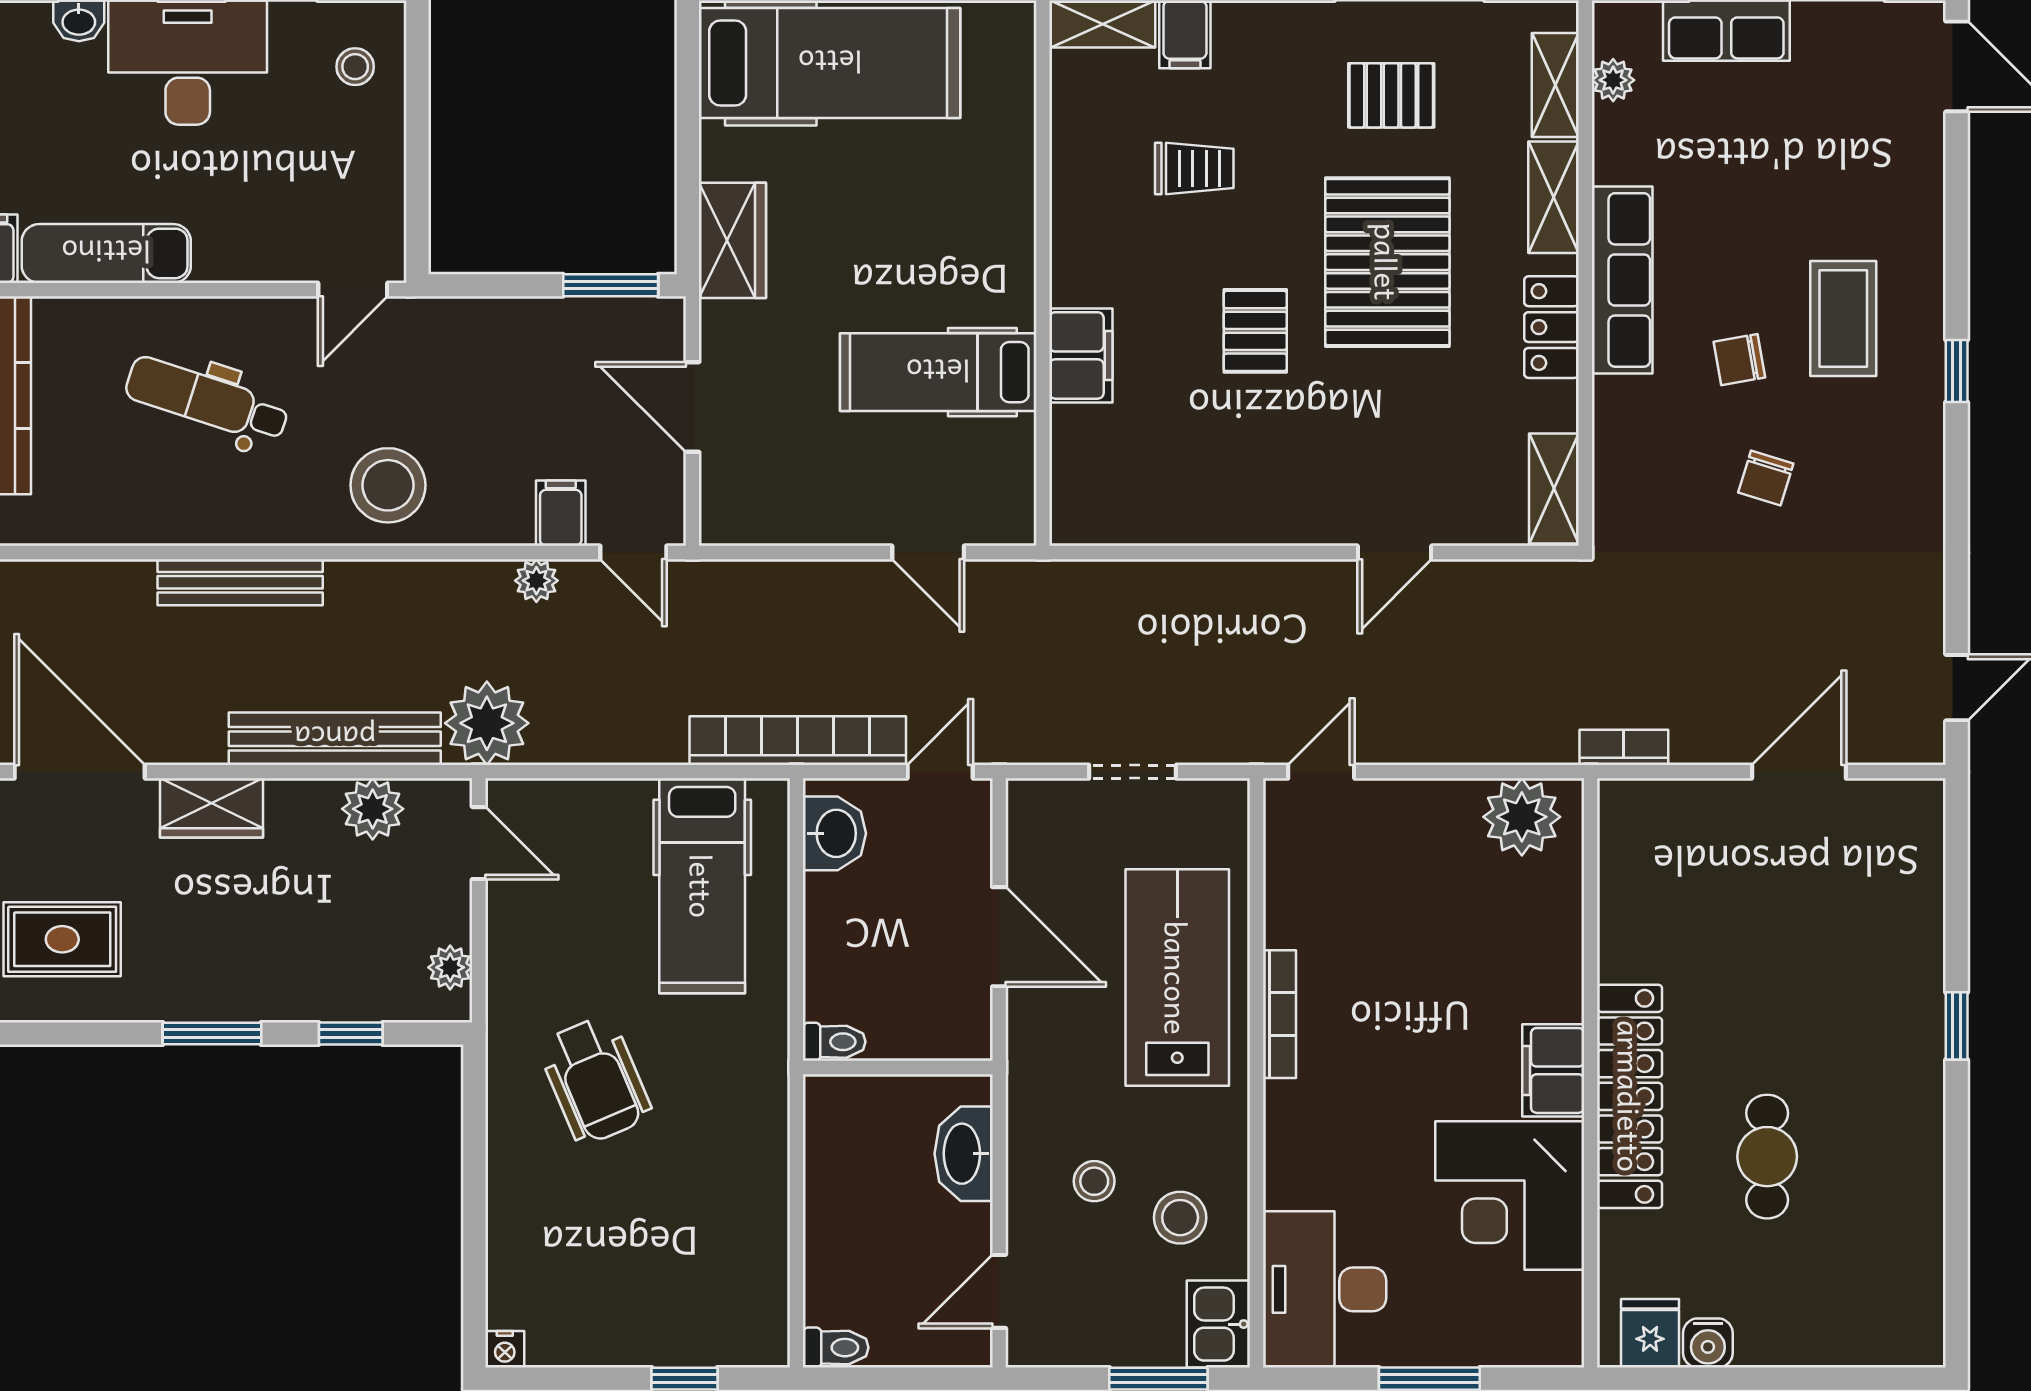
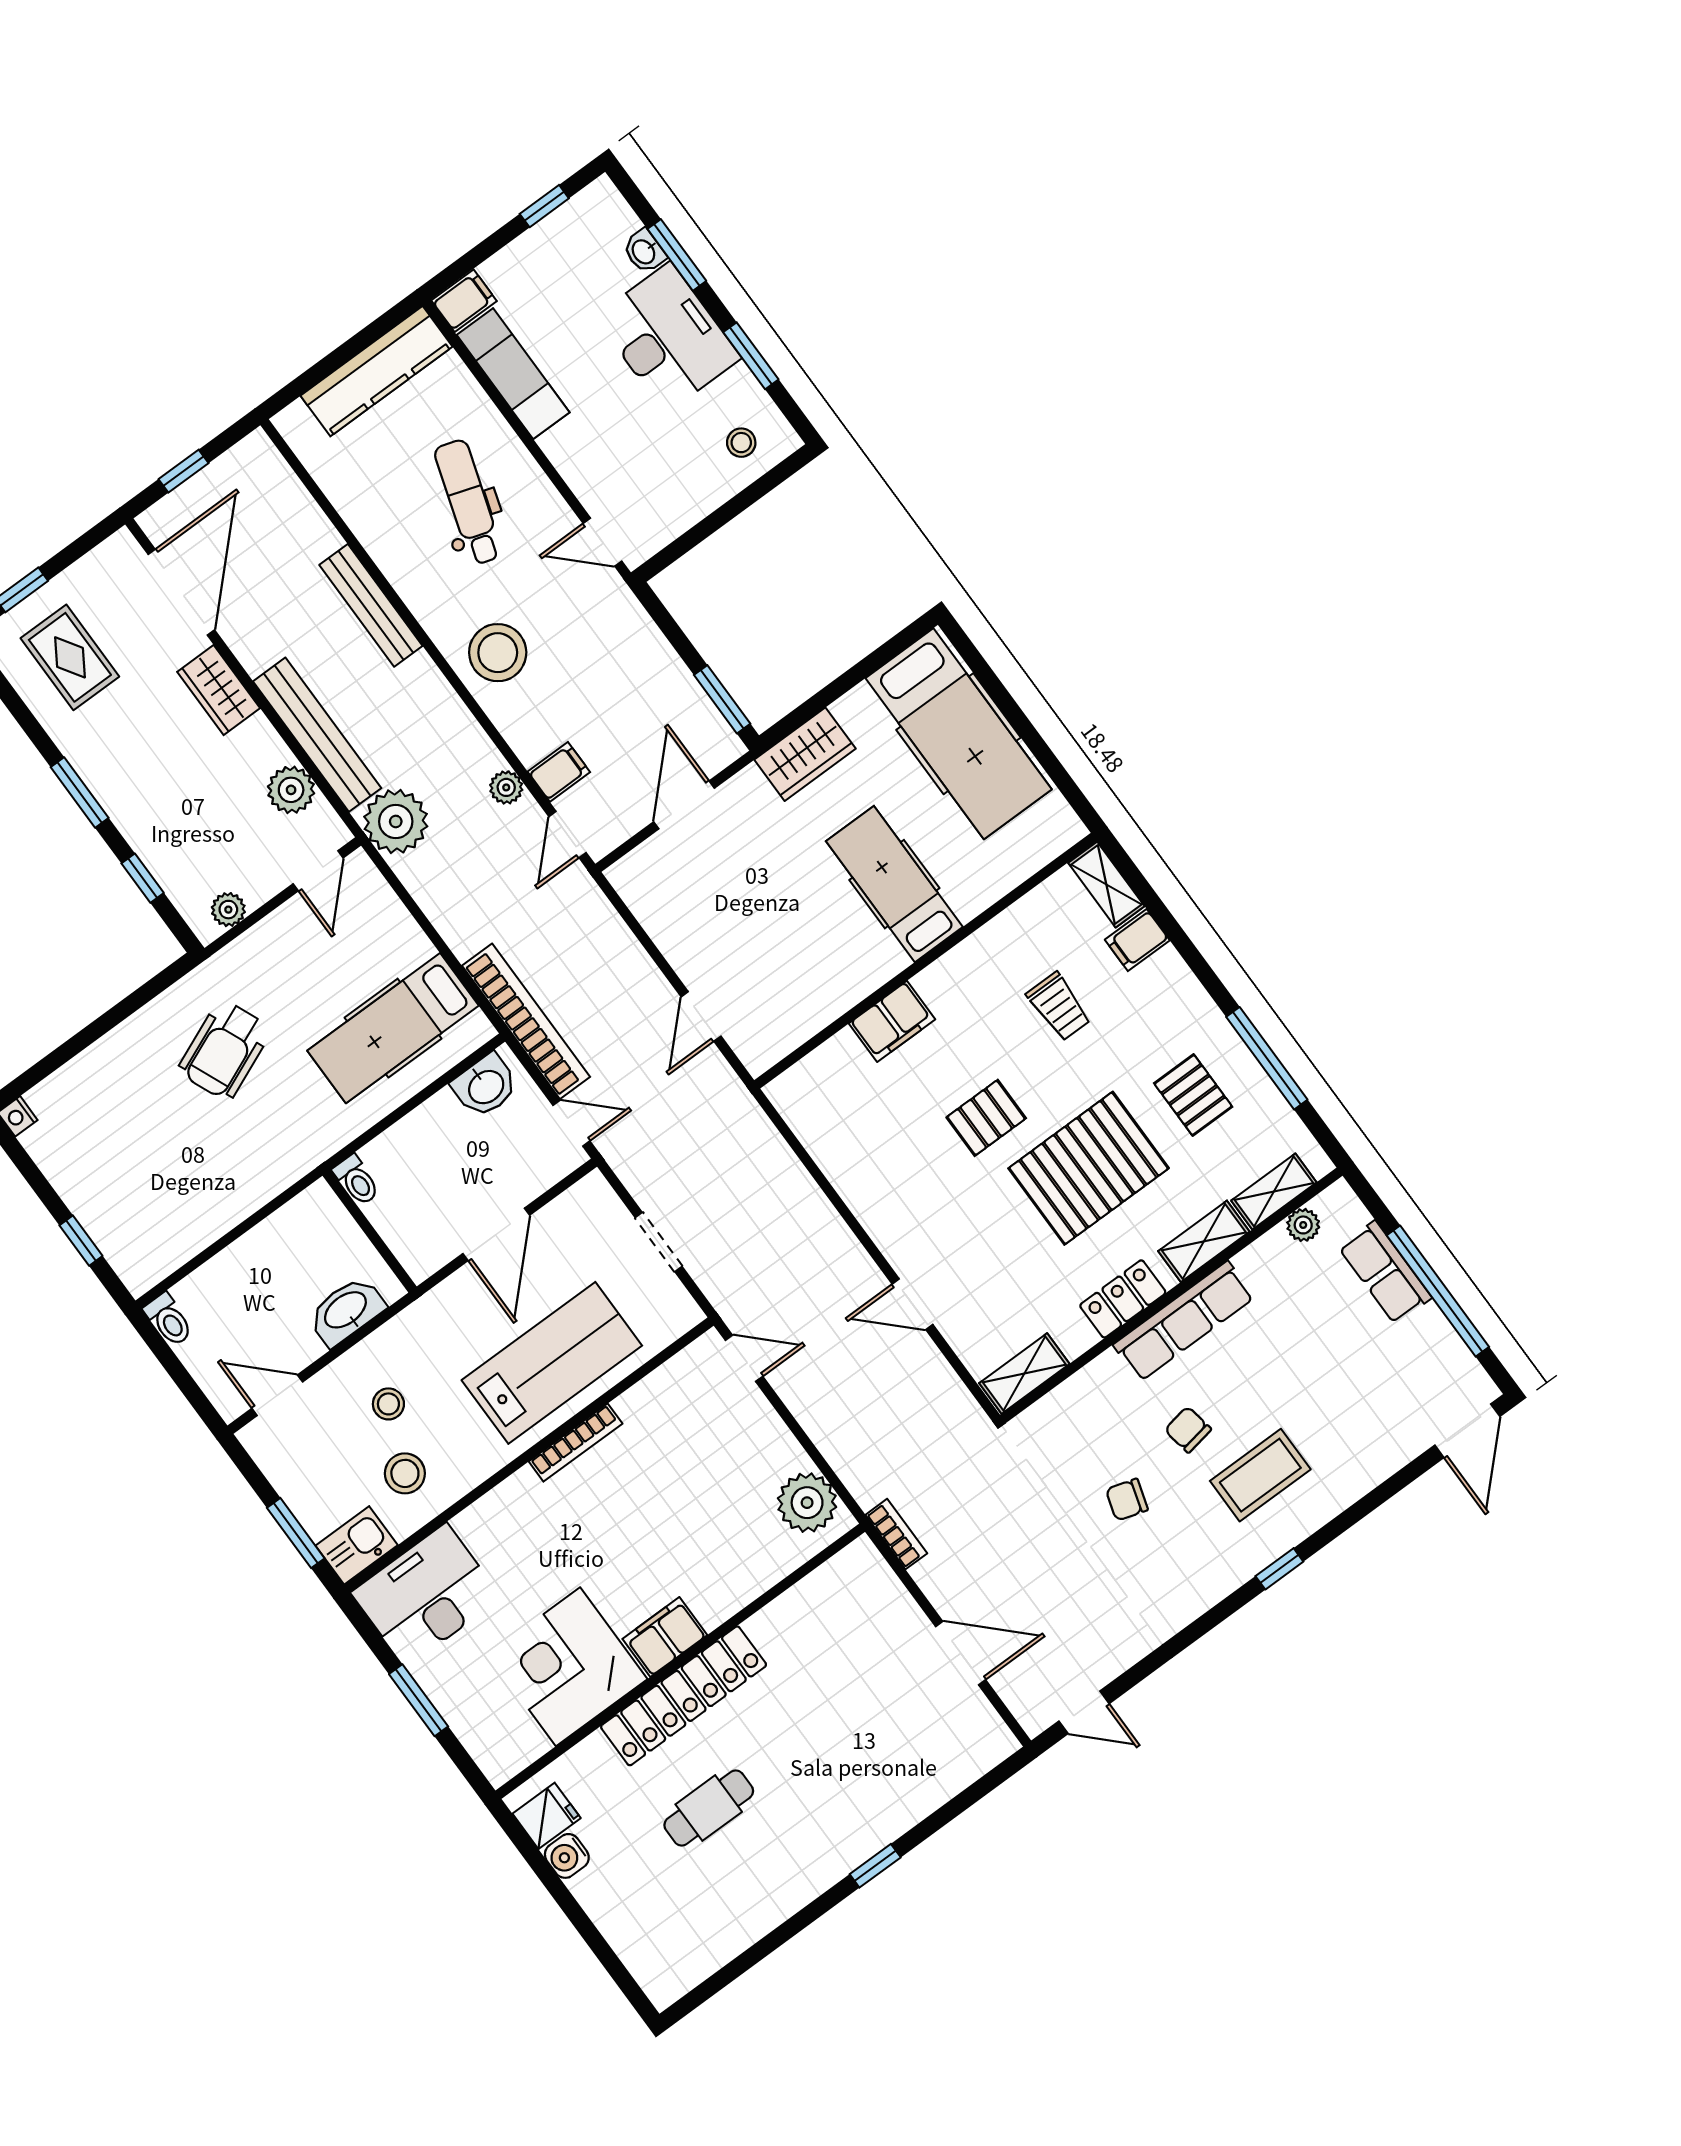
hospital bed: (938, 372) -> (894, 884), moved

